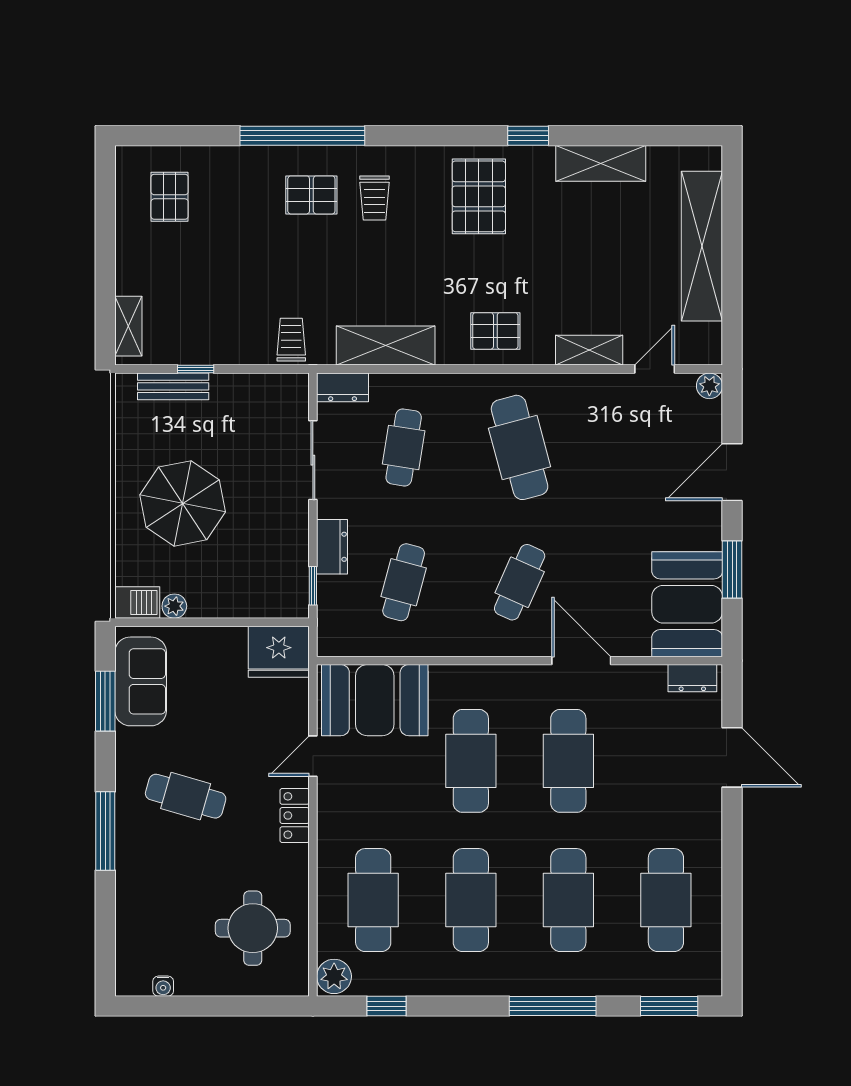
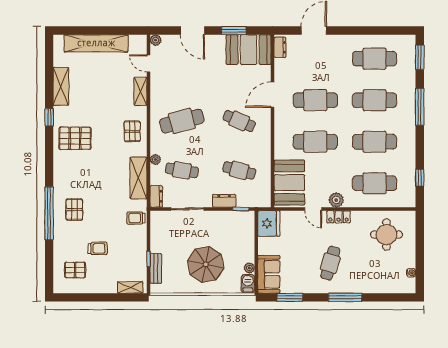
trolley: (375, 198) -> (98, 248), moved
plant: (429, 385) -> (155, 160), added
sofa: (141, 681) -> (269, 274), moved, turned 90
plant: (334, 976) -> (336, 200), moved

